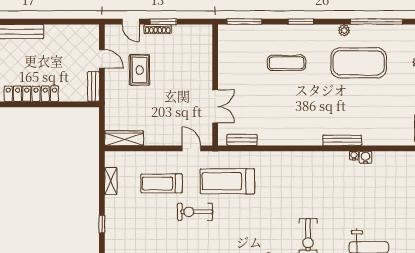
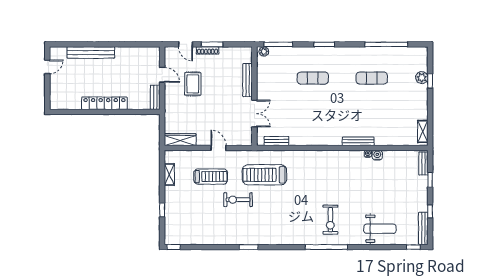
plant: (344, 30) -> (264, 51), moved
exercise mat: (359, 63) -> (372, 78), width x0.50, depth x0.69
bench: (207, 65) -> (248, 80), added
door: (192, 148) -> (219, 148), moved
treadmill: (161, 183) -> (211, 176), turned 180

